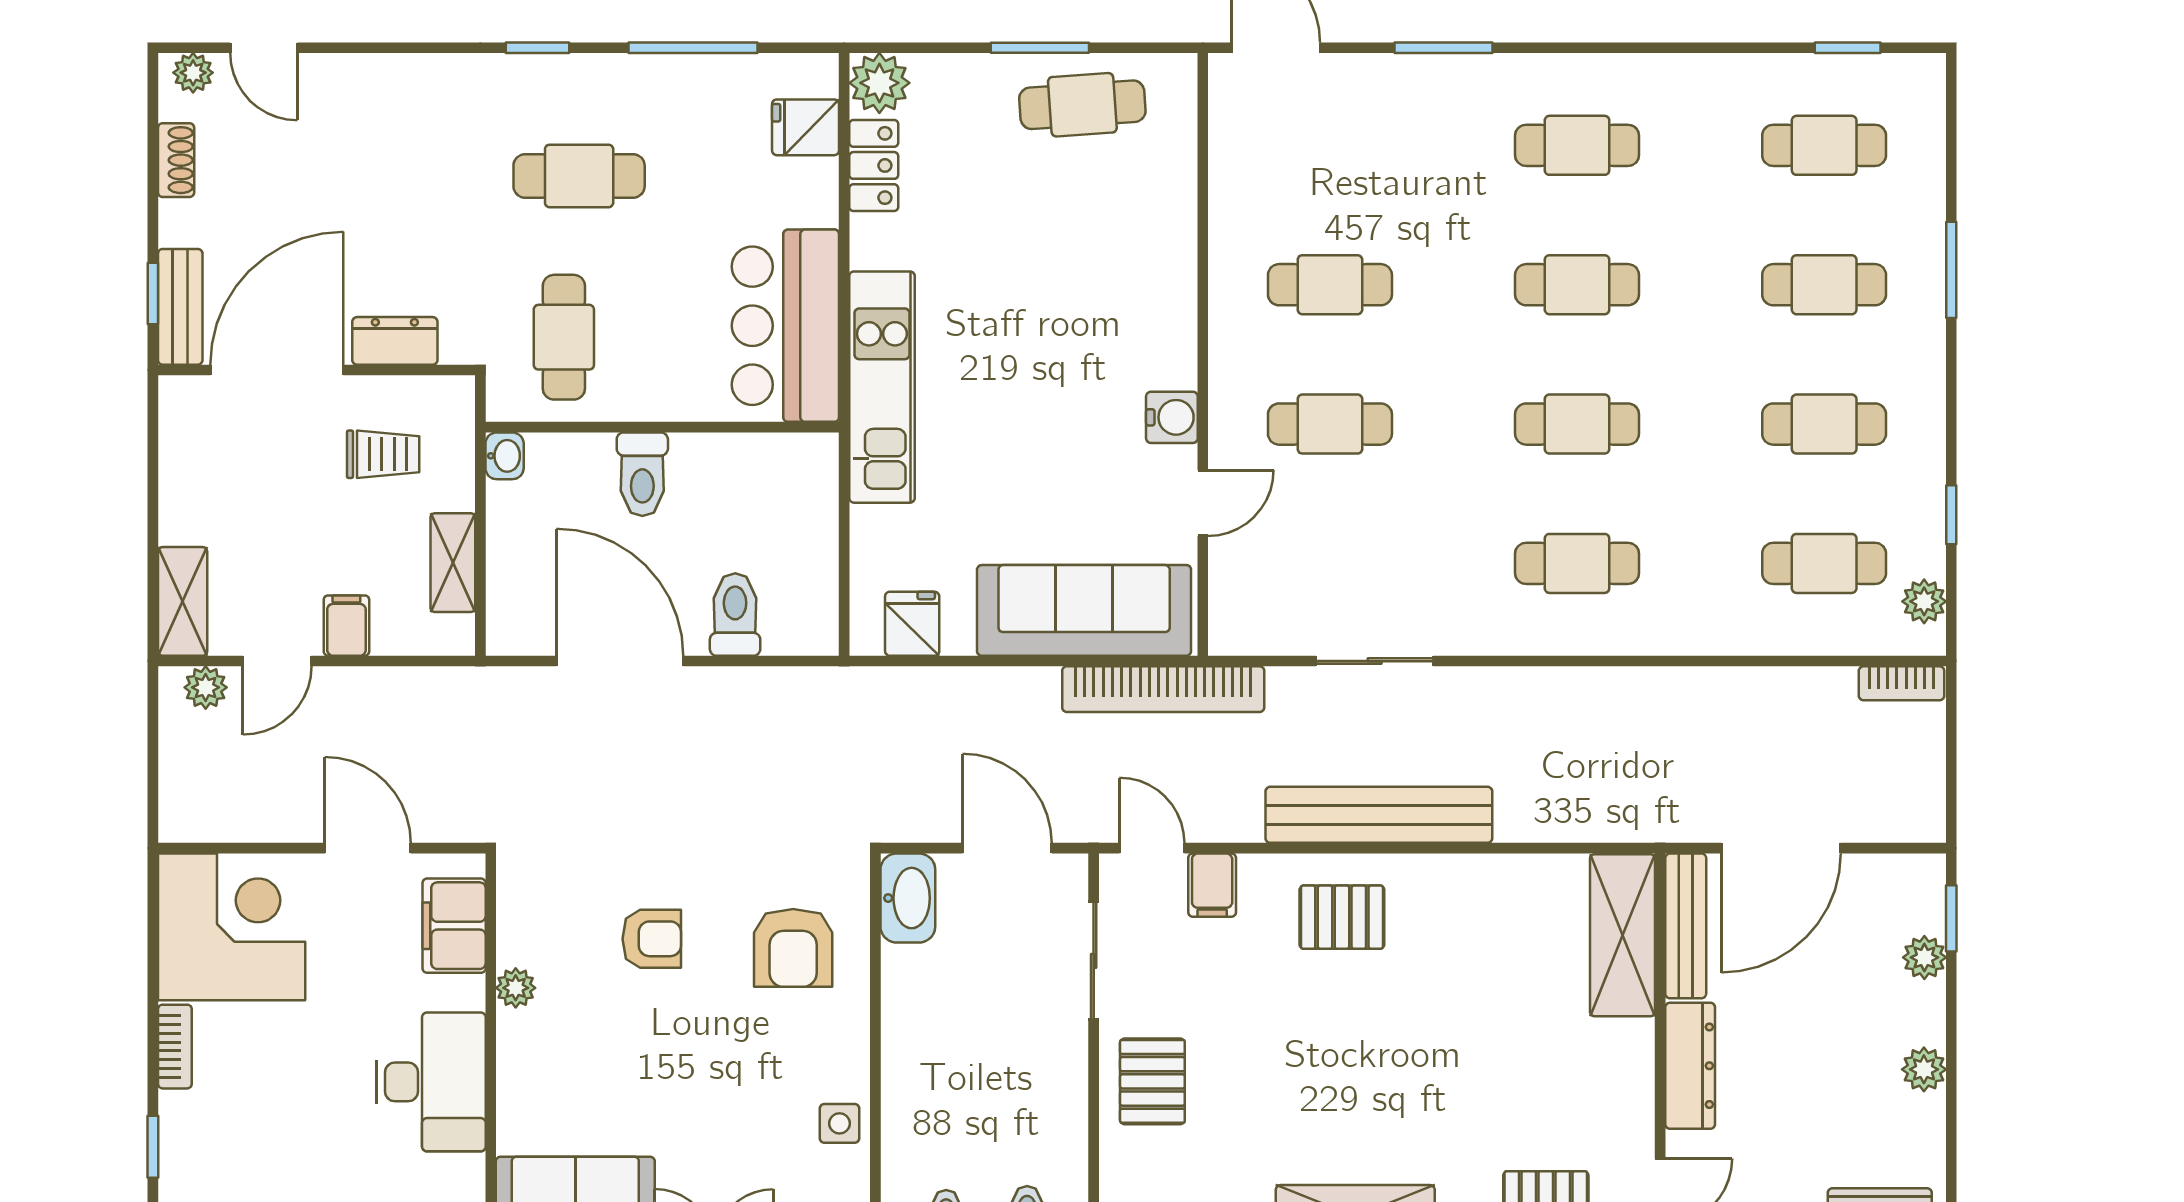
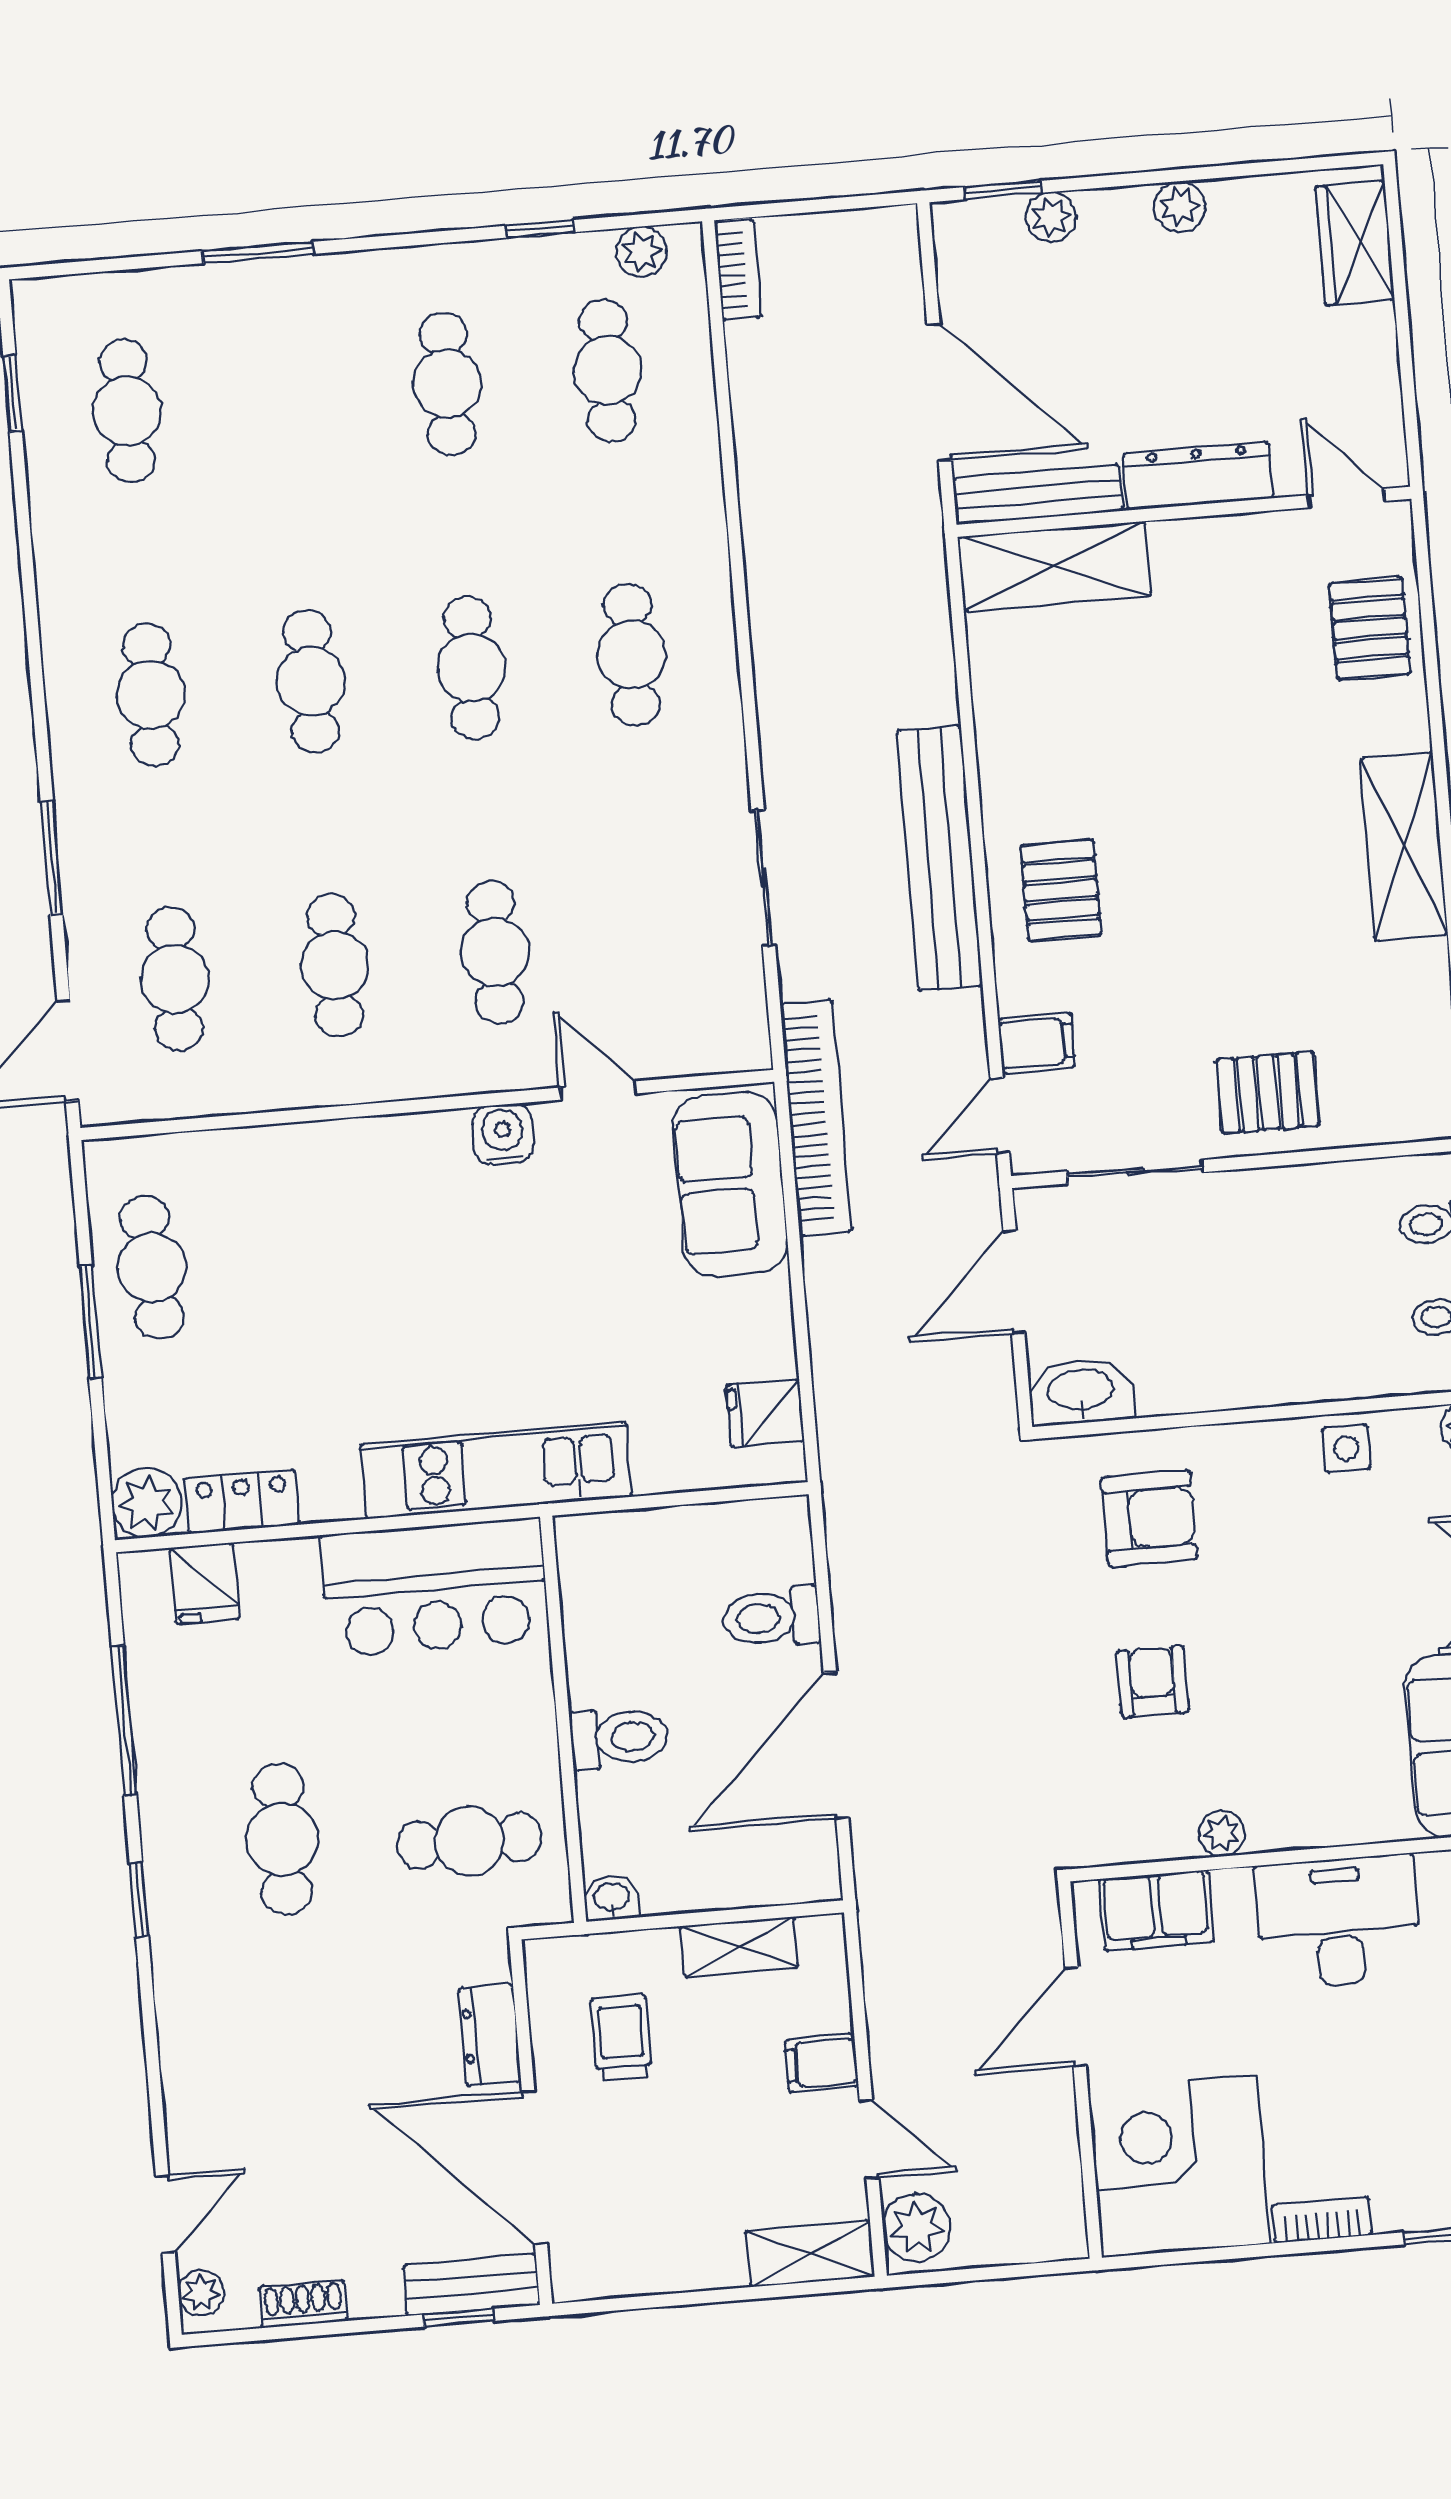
cafe table: (1824, 285) -> (175, 979), moved
sofa: (1084, 610) -> (730, 1184), width x0.73
plant: (206, 687) -> (916, 2227), width x1.38, depth x1.38

